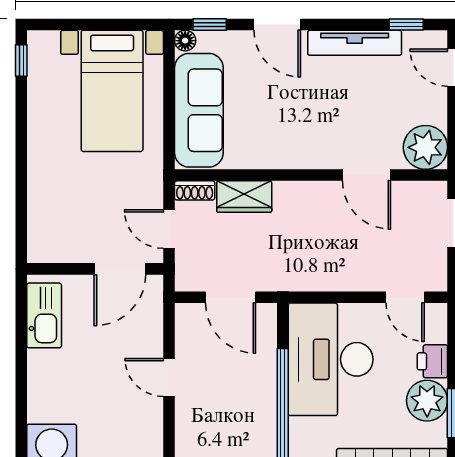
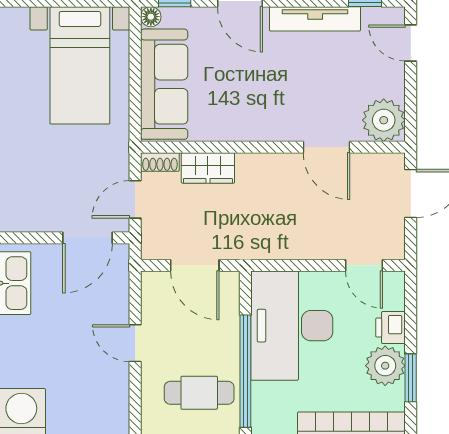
door: (169, 229) -> (135, 199), hinge flipped
cafe table: (235, 429) -> (199, 393), added

